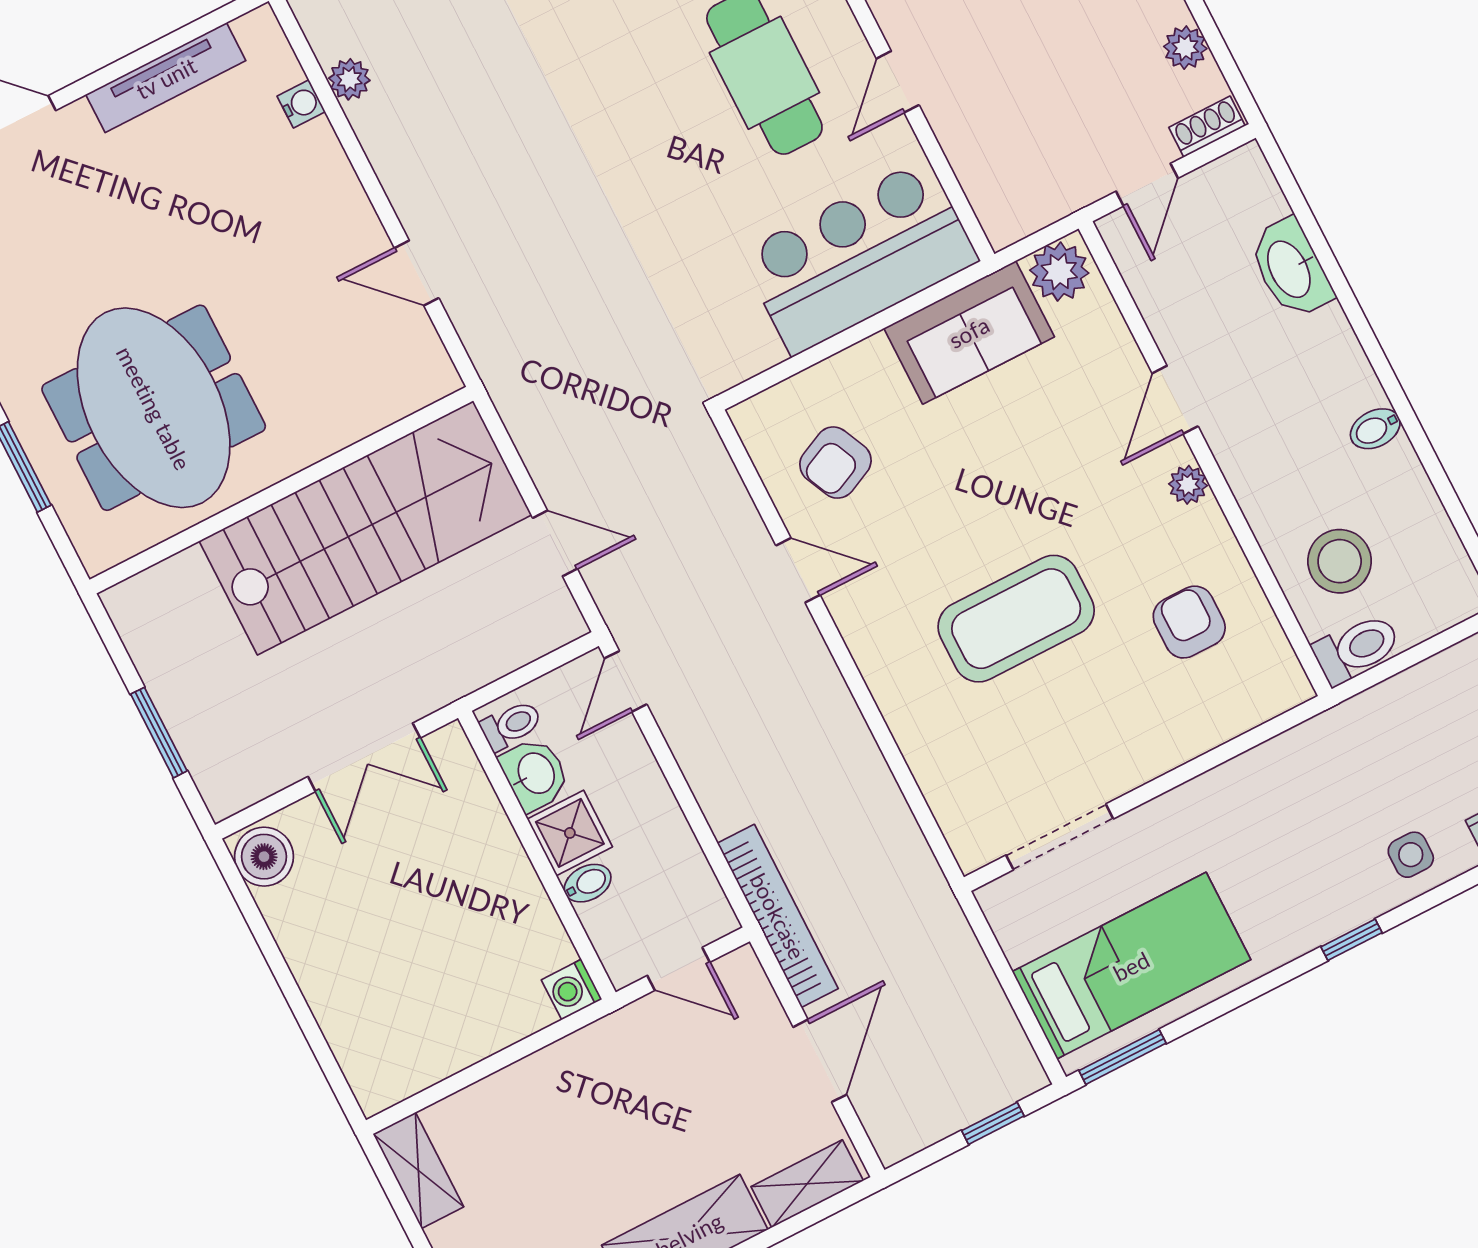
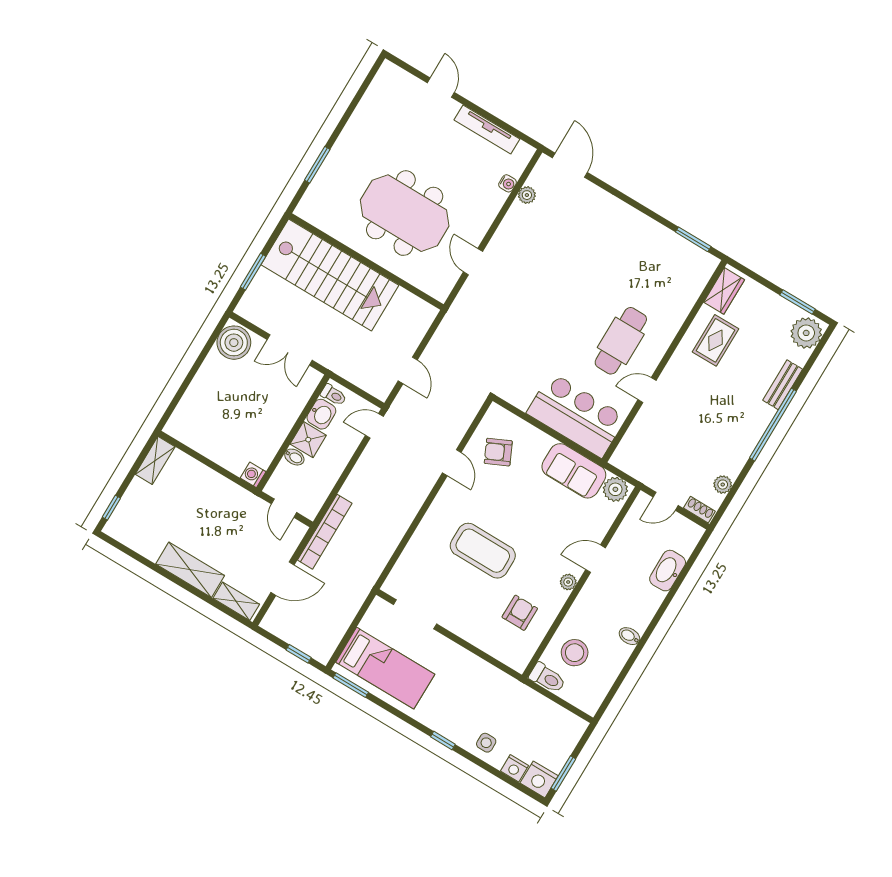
meeting table: (154, 408) -> (405, 213), moved, turned 90
stairs: (365, 528) -> (330, 275), moved
boiler: (264, 857) -> (234, 343), width x1.37, depth x1.37

